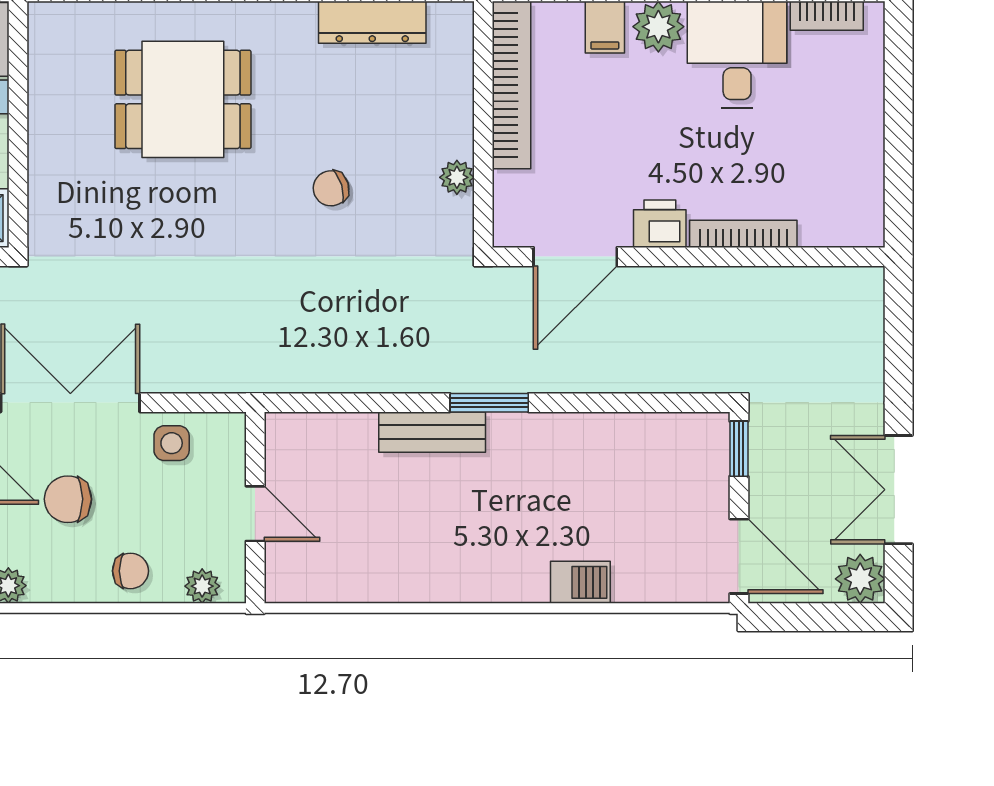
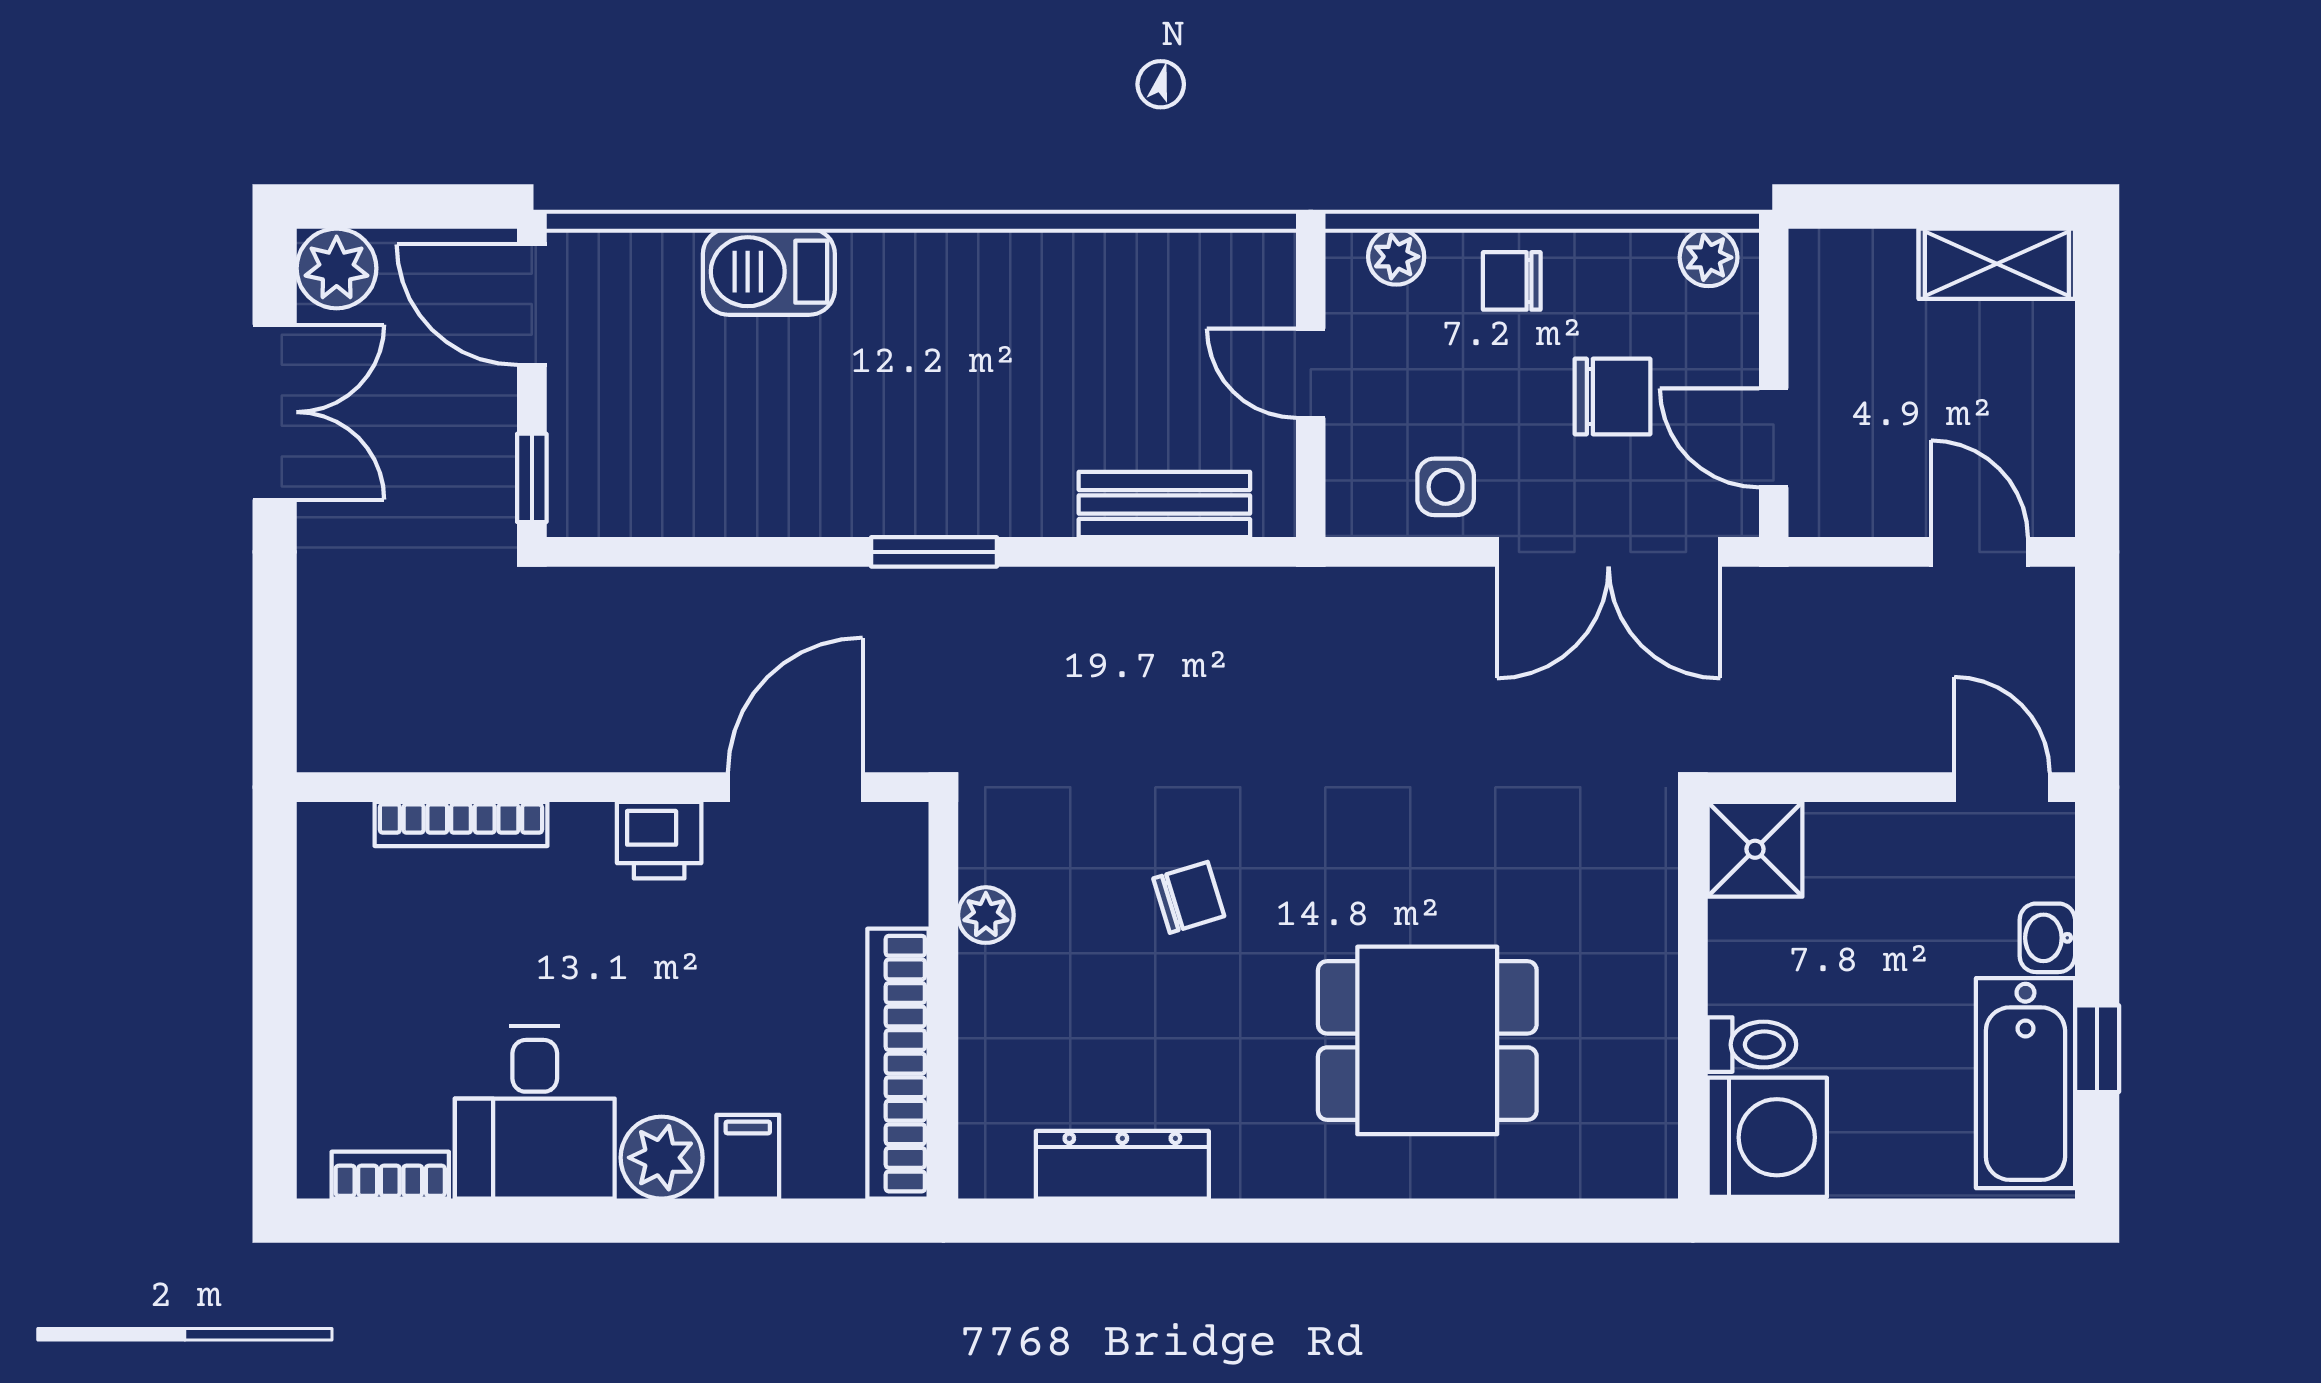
bookcase: (743, 234) -> (461, 824), moved
bench: (432, 432) -> (1164, 505), moved
barbecue: (580, 582) -> (769, 272), width x1.38, depth x1.27

